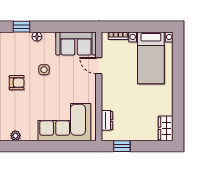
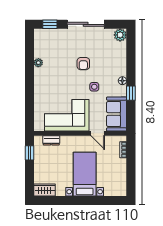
window: (21, 27) -> (131, 93), moved
bed with nightstands: (151, 58) -> (85, 174), moved, turned 90
door: (99, 66) -> (98, 133), swing flipped
corner sofa: (64, 122) -> (67, 115), moved, turned -90

